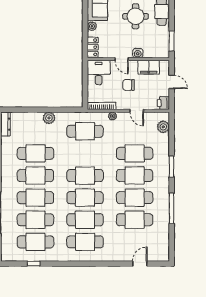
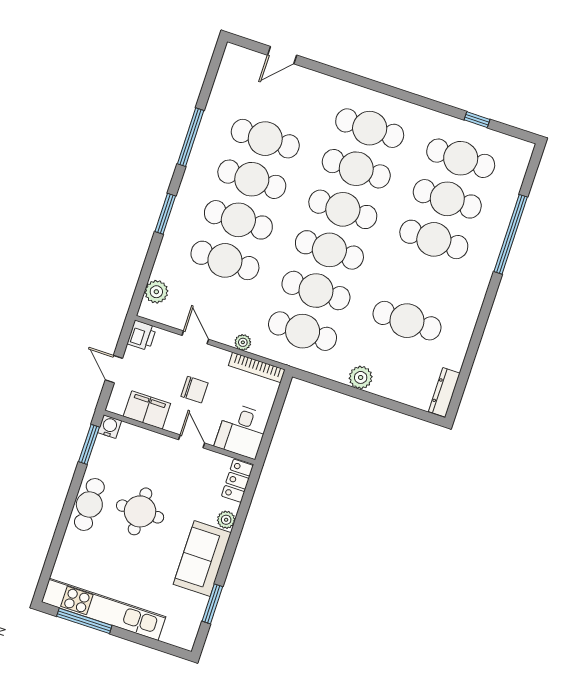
water cooler: (138, 53) -> (109, 427), moved
cafe table: (35, 176) -> (316, 291), moved

